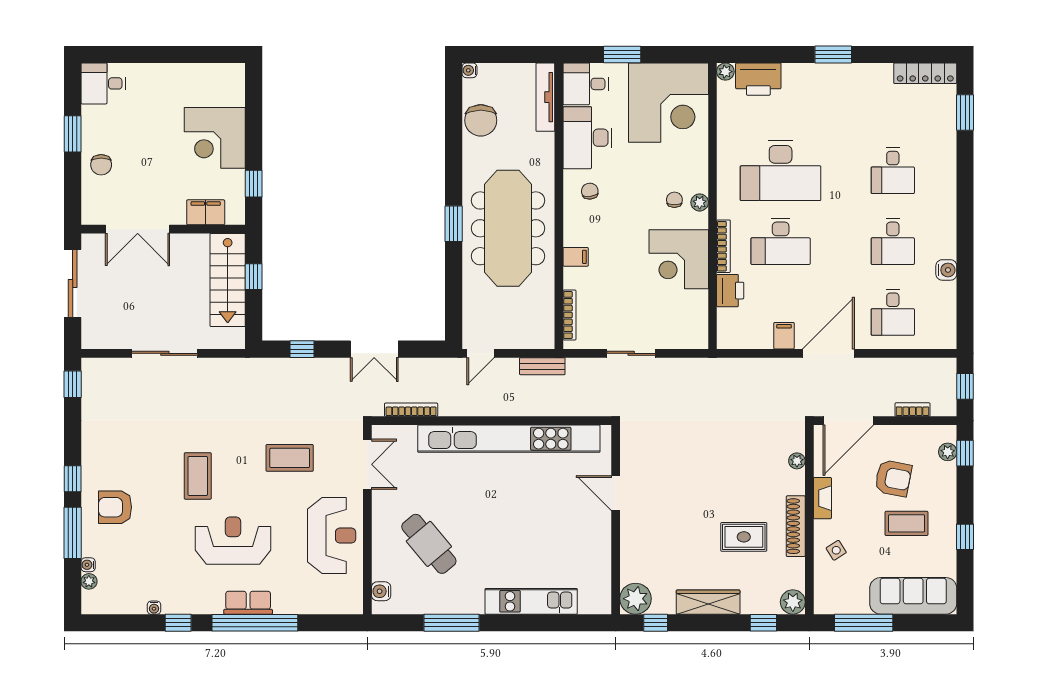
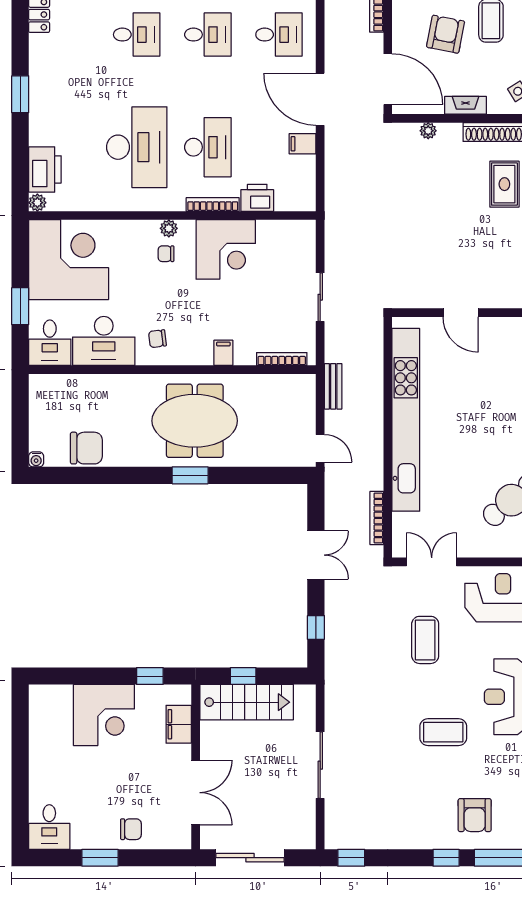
tv unit: (545, 97) -> (63, 383), removed
meeting table: (508, 228) -> (195, 421), width x0.73
door: (616, 493) -> (461, 313), hinge flipped

